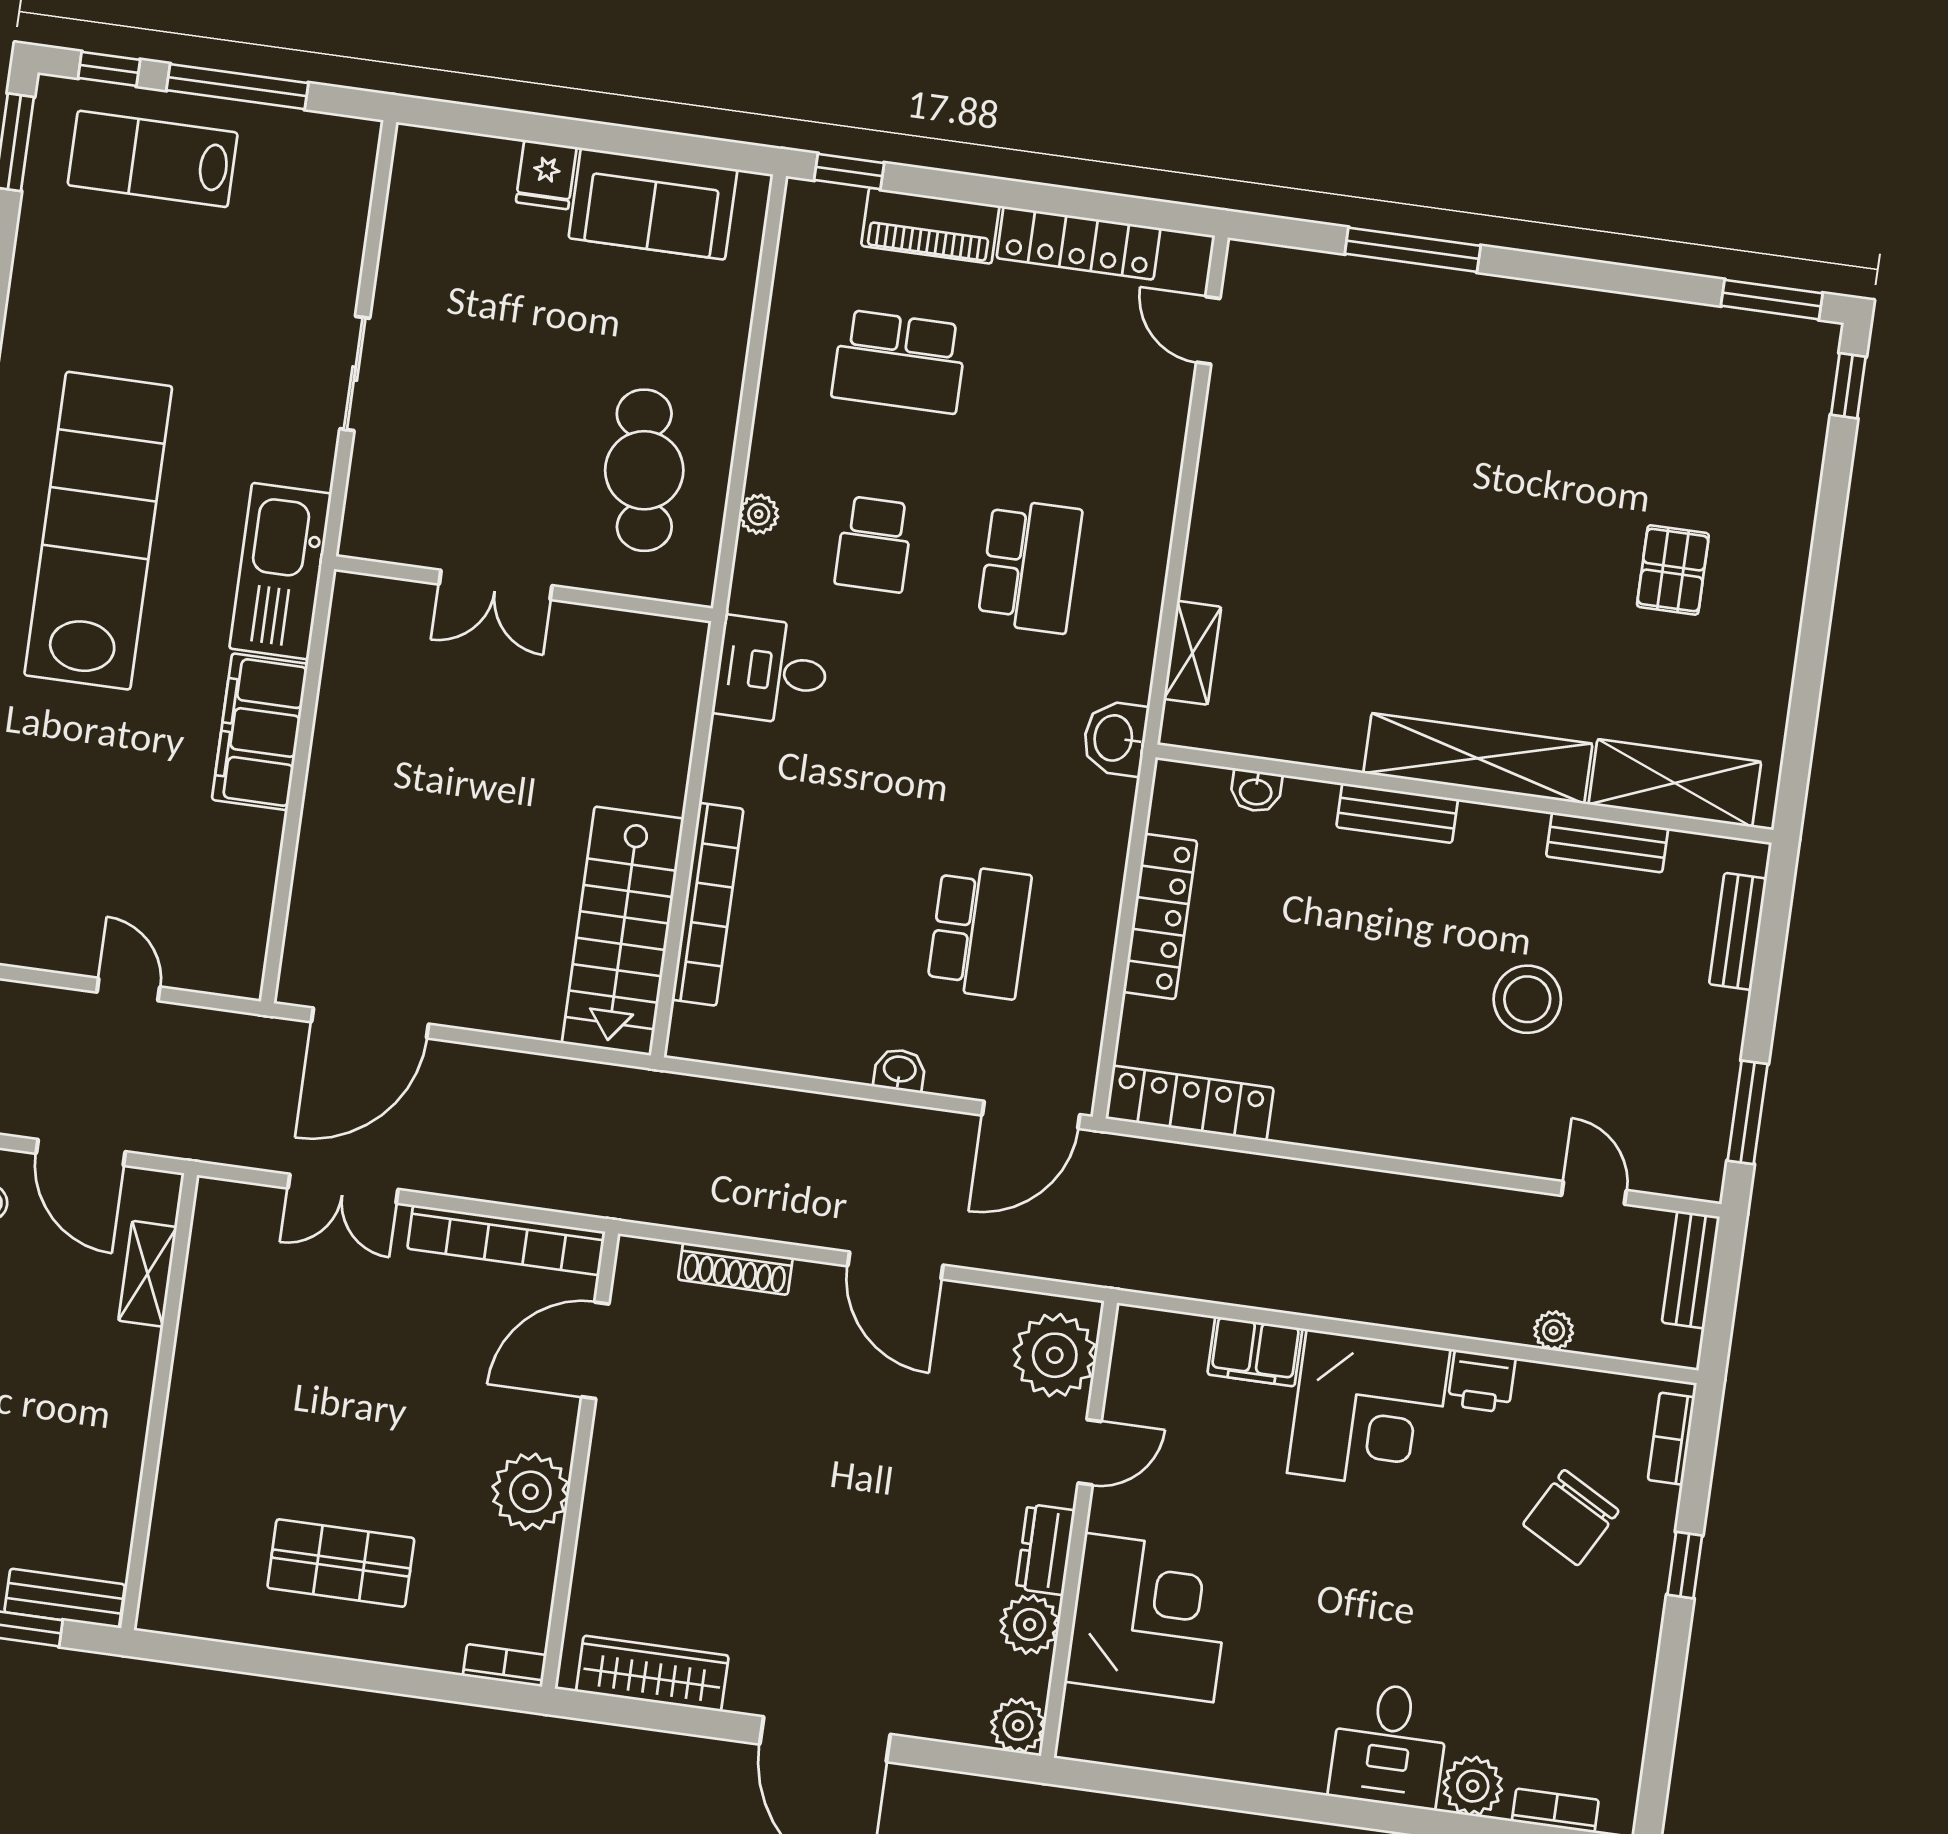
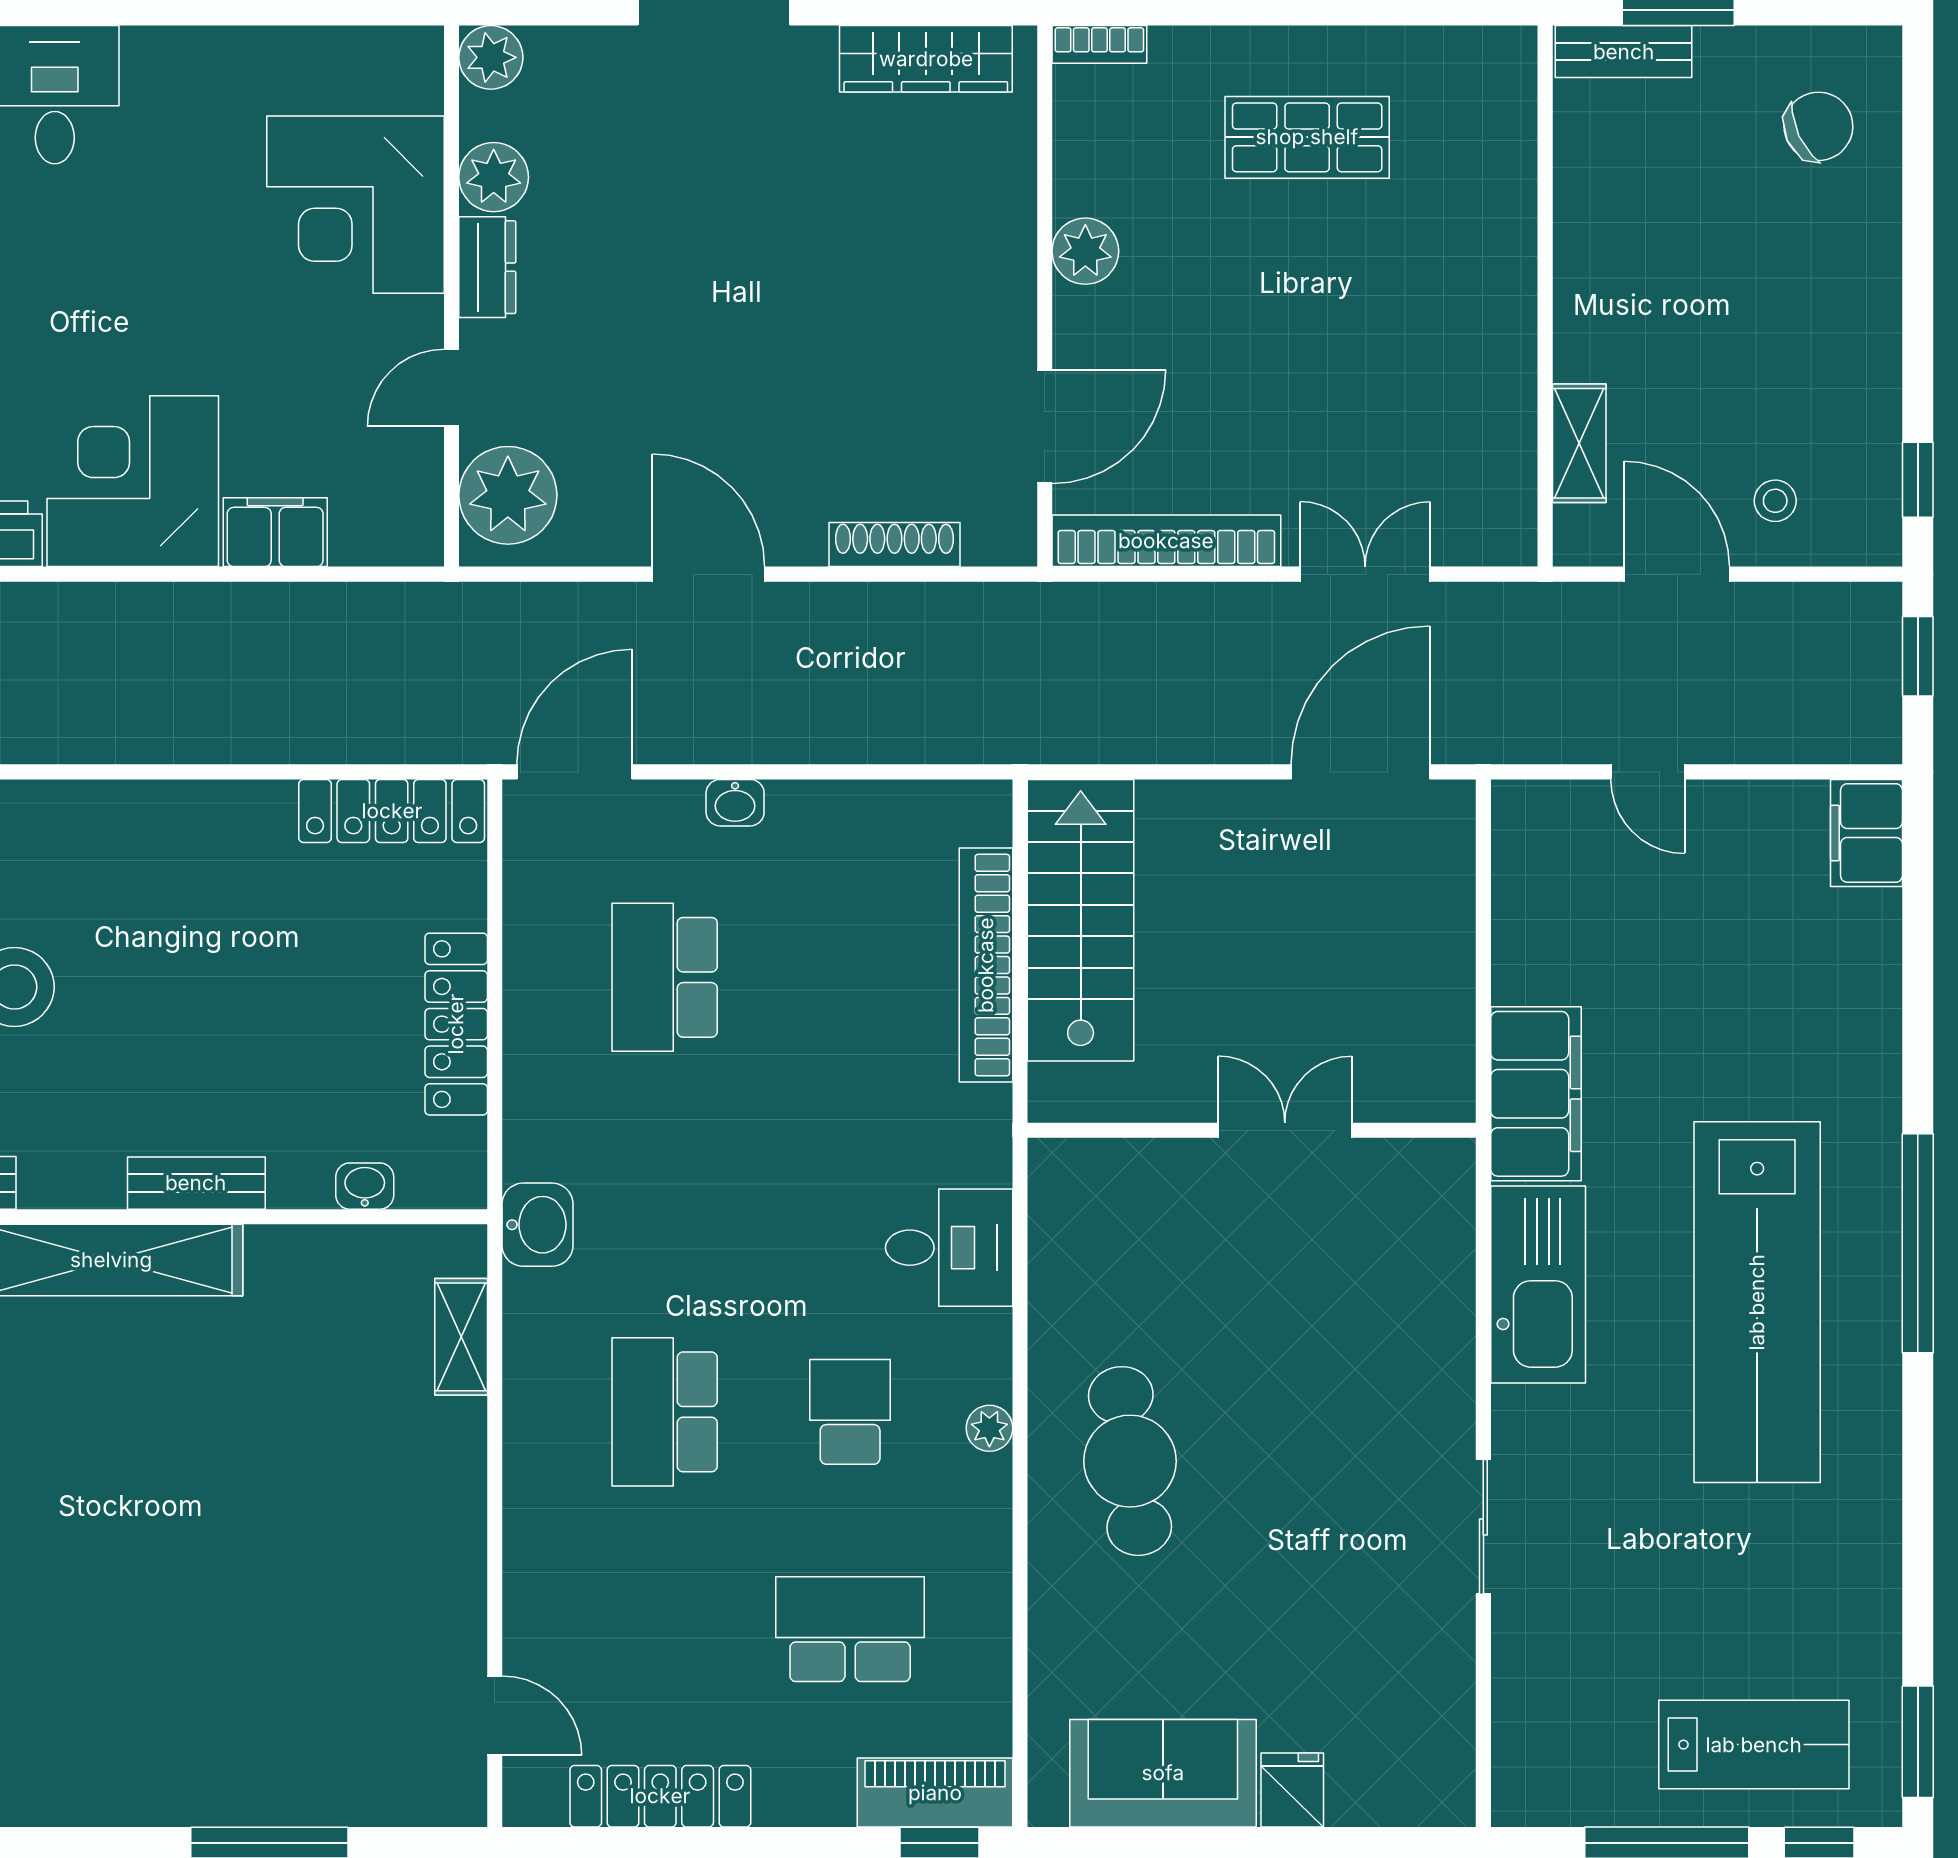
piano: (930, 226) -> (935, 1793), moved
double door: (496, 585) -> (1285, 1130), moved
wall: (524, 589) -> (1252, 1130), moved
plant: (530, 1492) -> (1085, 251), width x0.73, depth x0.73

